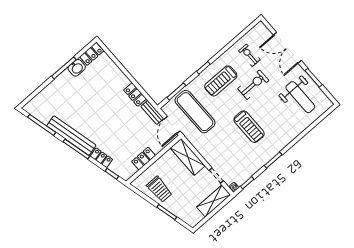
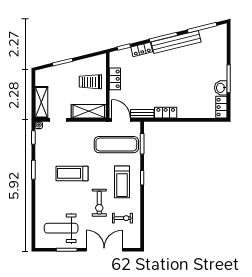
treadmill: (221, 81) -> (122, 182), turned 180
trolley: (159, 189) -> (90, 82), moved

